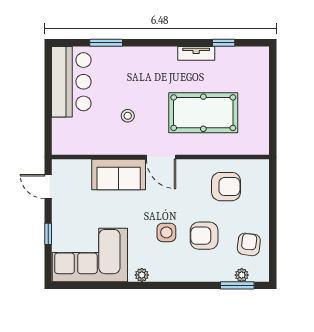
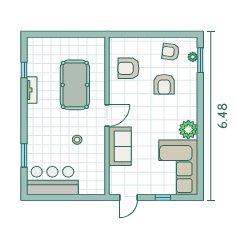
armchair: (226, 187) -> (129, 68), turned -90
side table: (166, 232) -> (162, 112), removed
plant: (142, 275) -> (188, 130), width x1.88, depth x1.88

